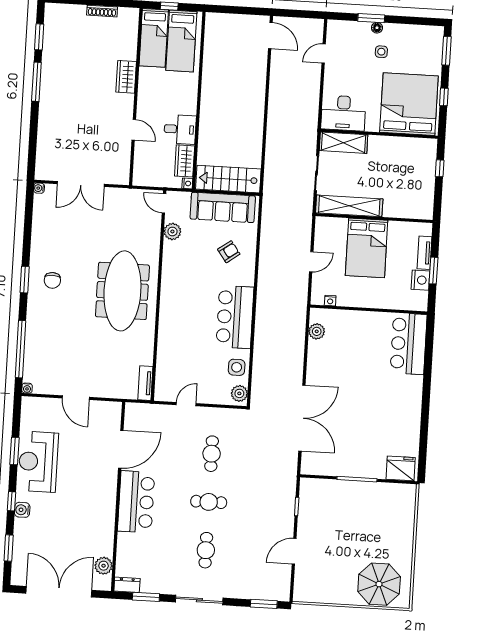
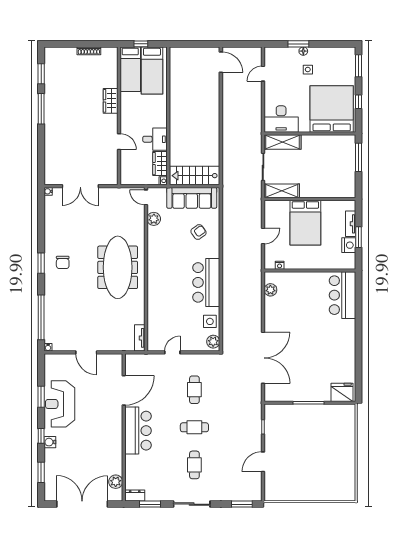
window: (440, 168) -> (358, 157), width x2.17
shelving: (349, 206) -> (282, 191), width x0.68
parasol: (379, 584) -> (331, 483), removed

